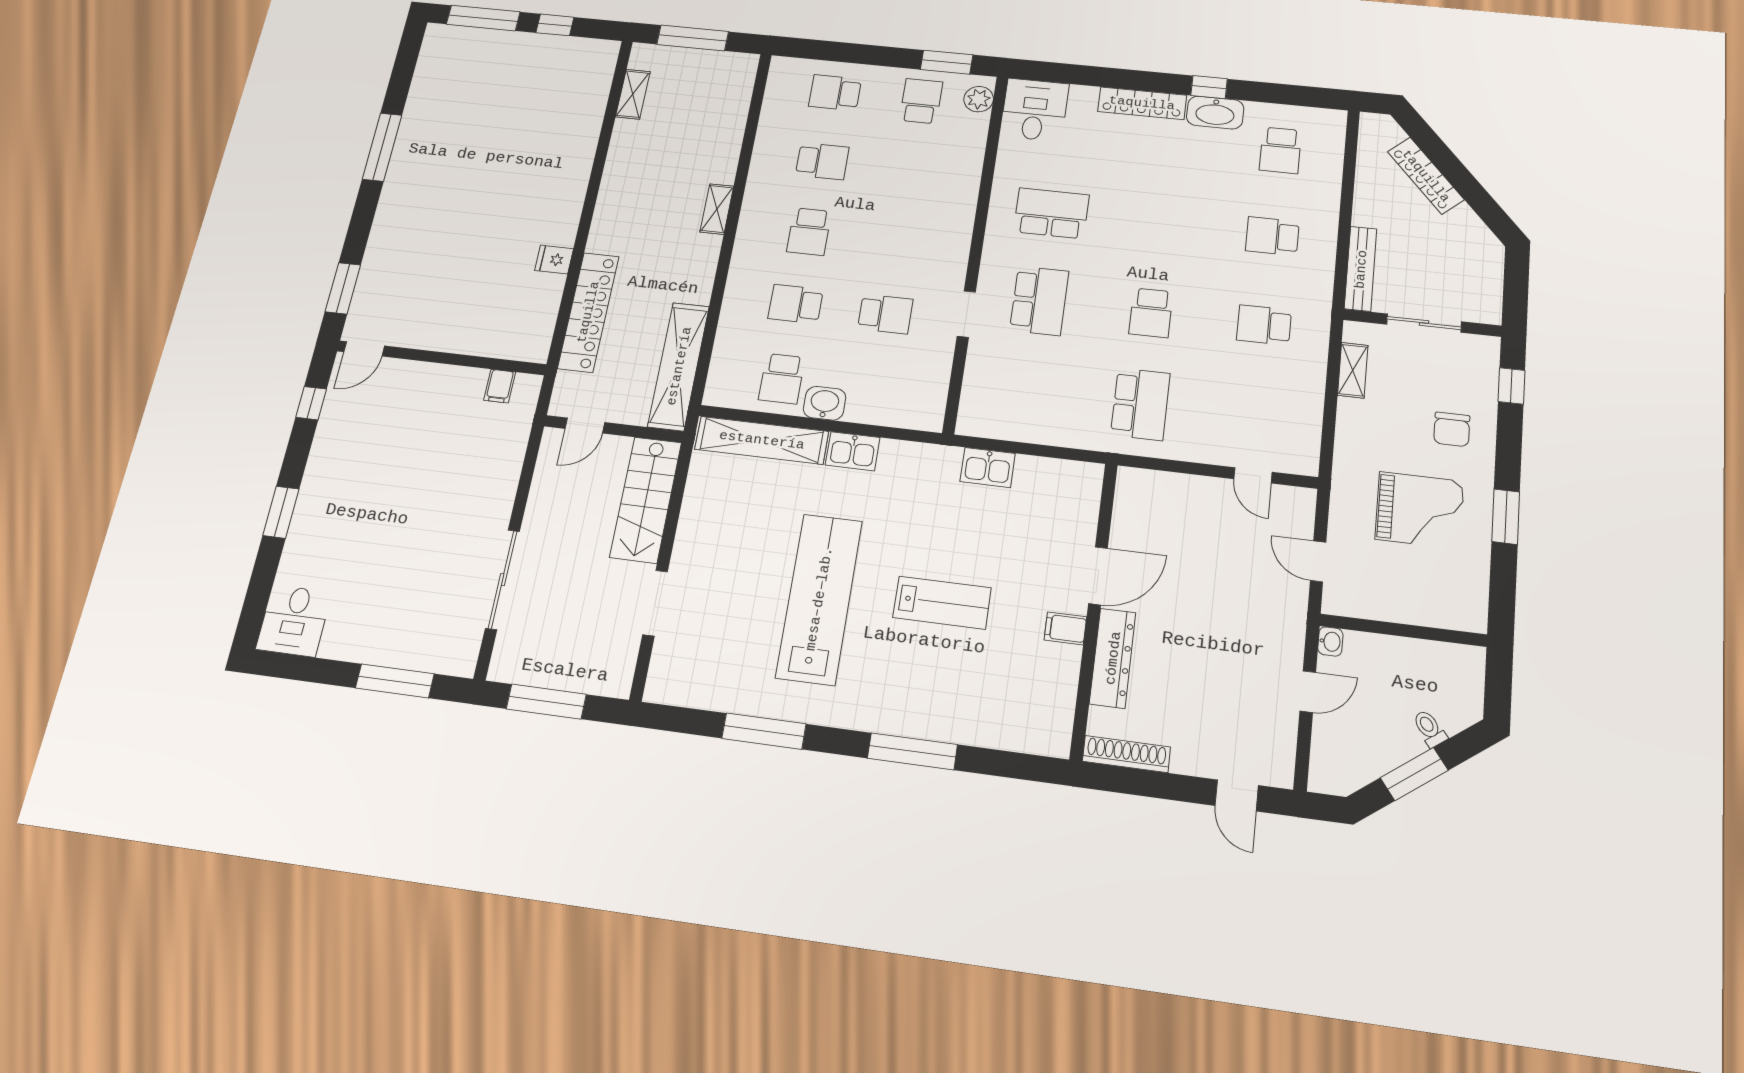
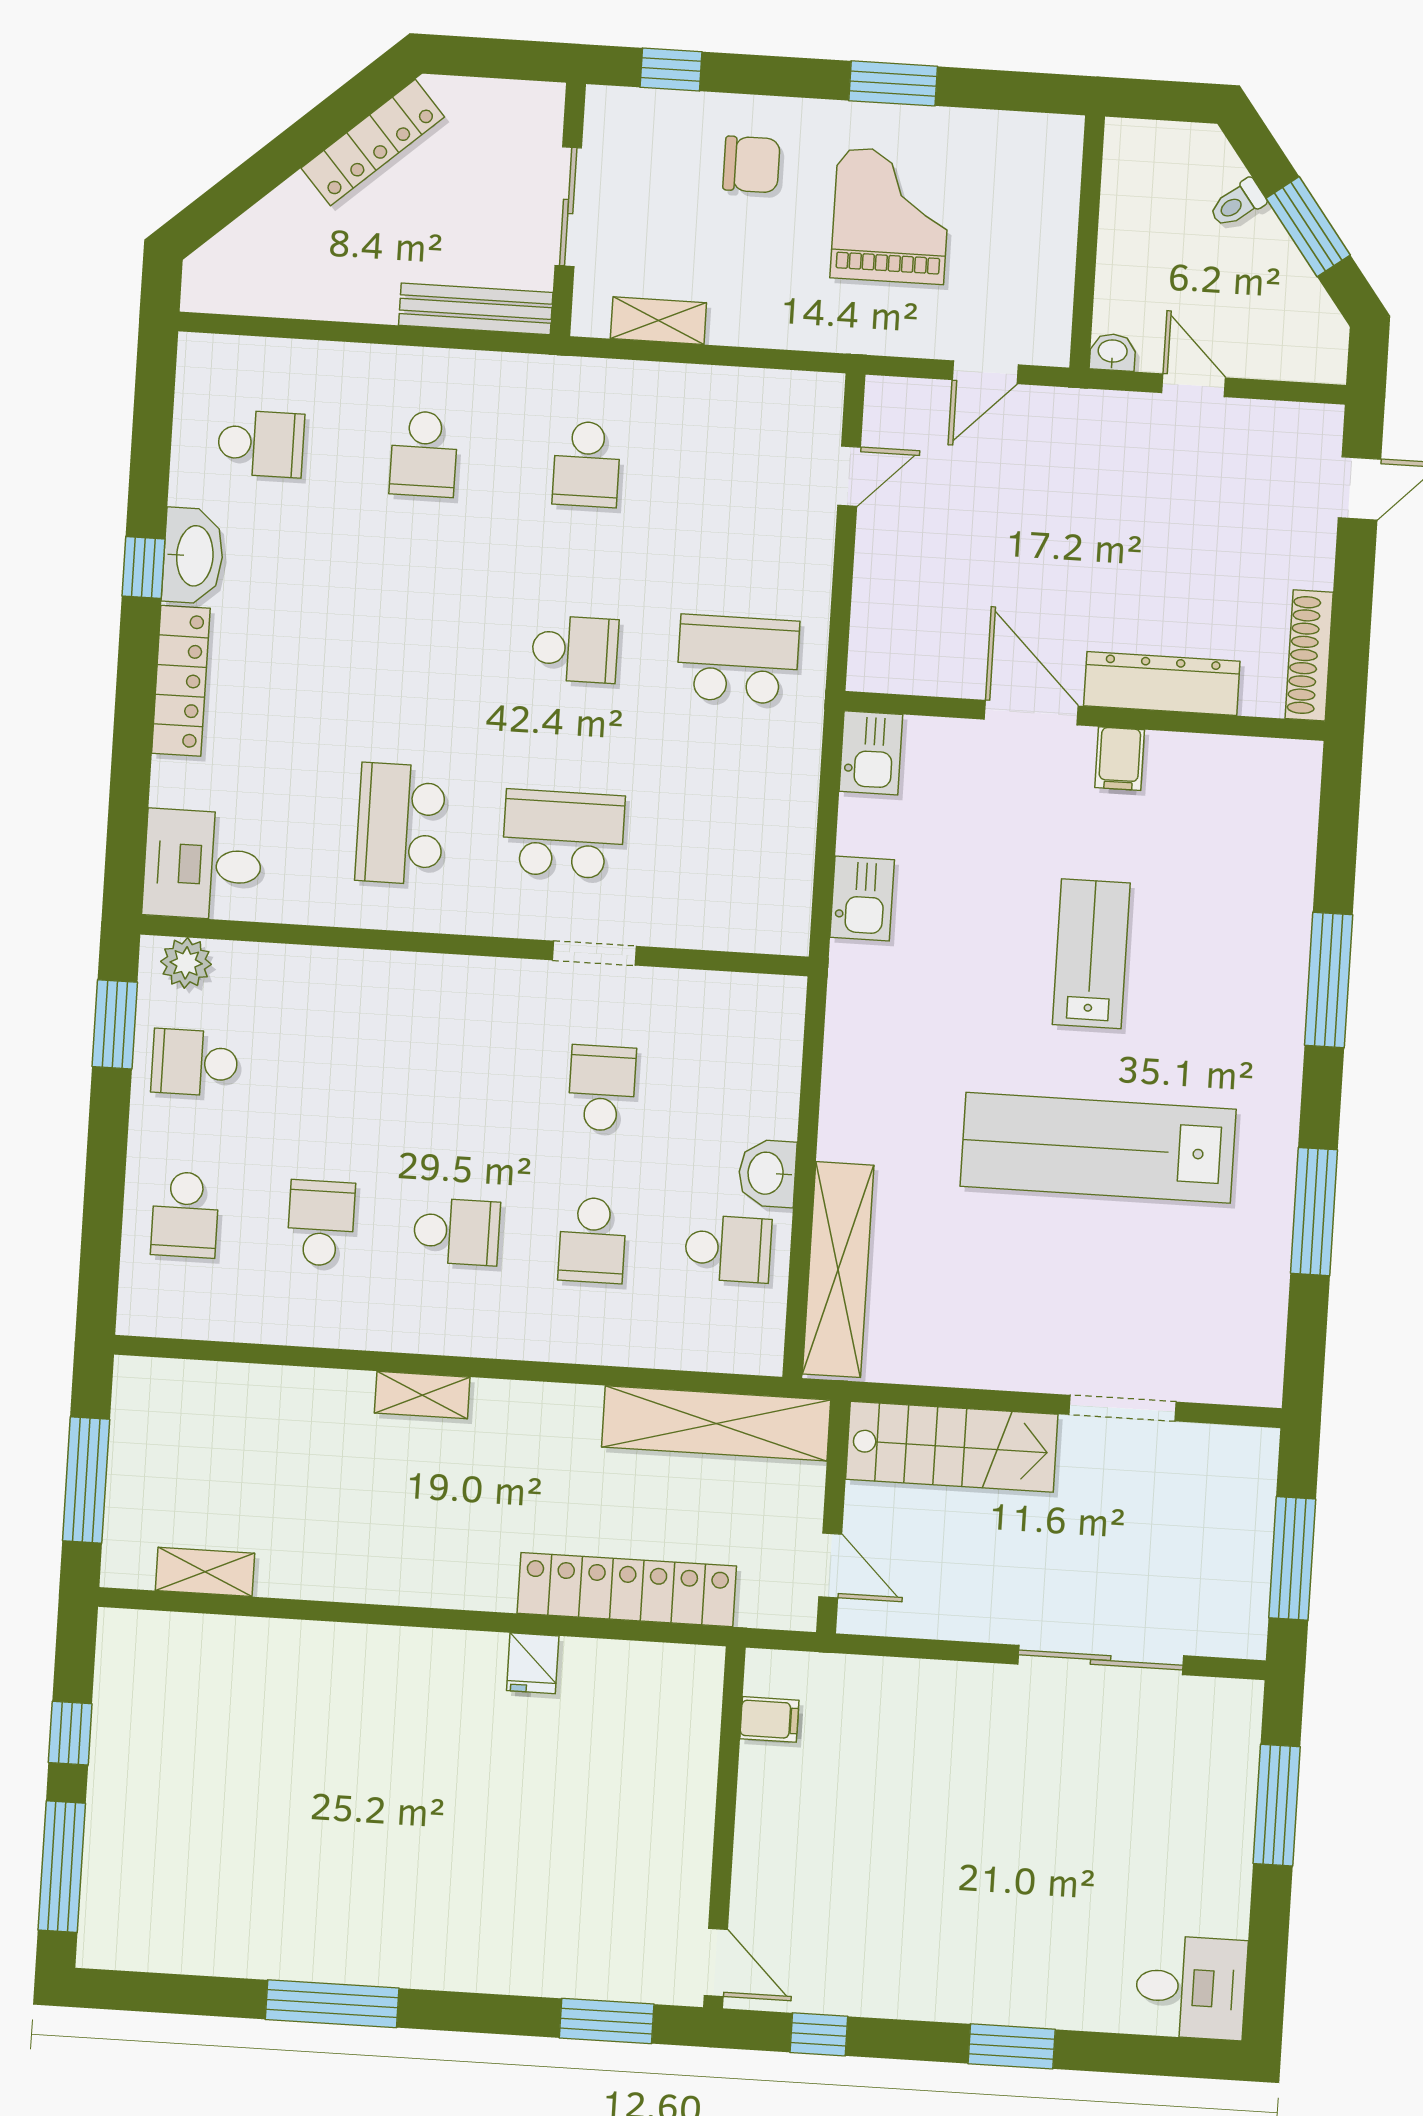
locker: (1426, 176) -> (373, 142), moved
kitchen sink: (853, 451) -> (871, 753), moved

